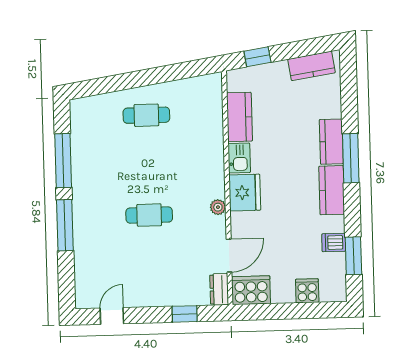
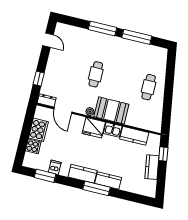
kitchen counter: (312, 66) -> (152, 167), moved
booth: (206, 170) -> (111, 110), added
cooker: (251, 290) -> (38, 130), moved

